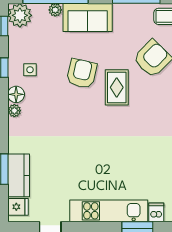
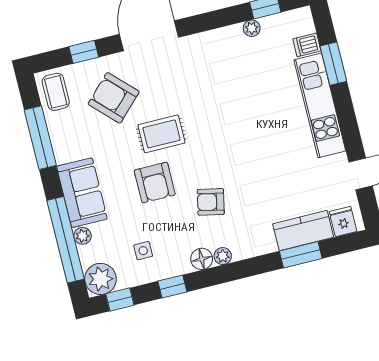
side table: (30, 70) -> (143, 251), moved
armchair: (82, 74) -> (155, 183), turned -103
armchair: (57, 112) -> (211, 202), added

